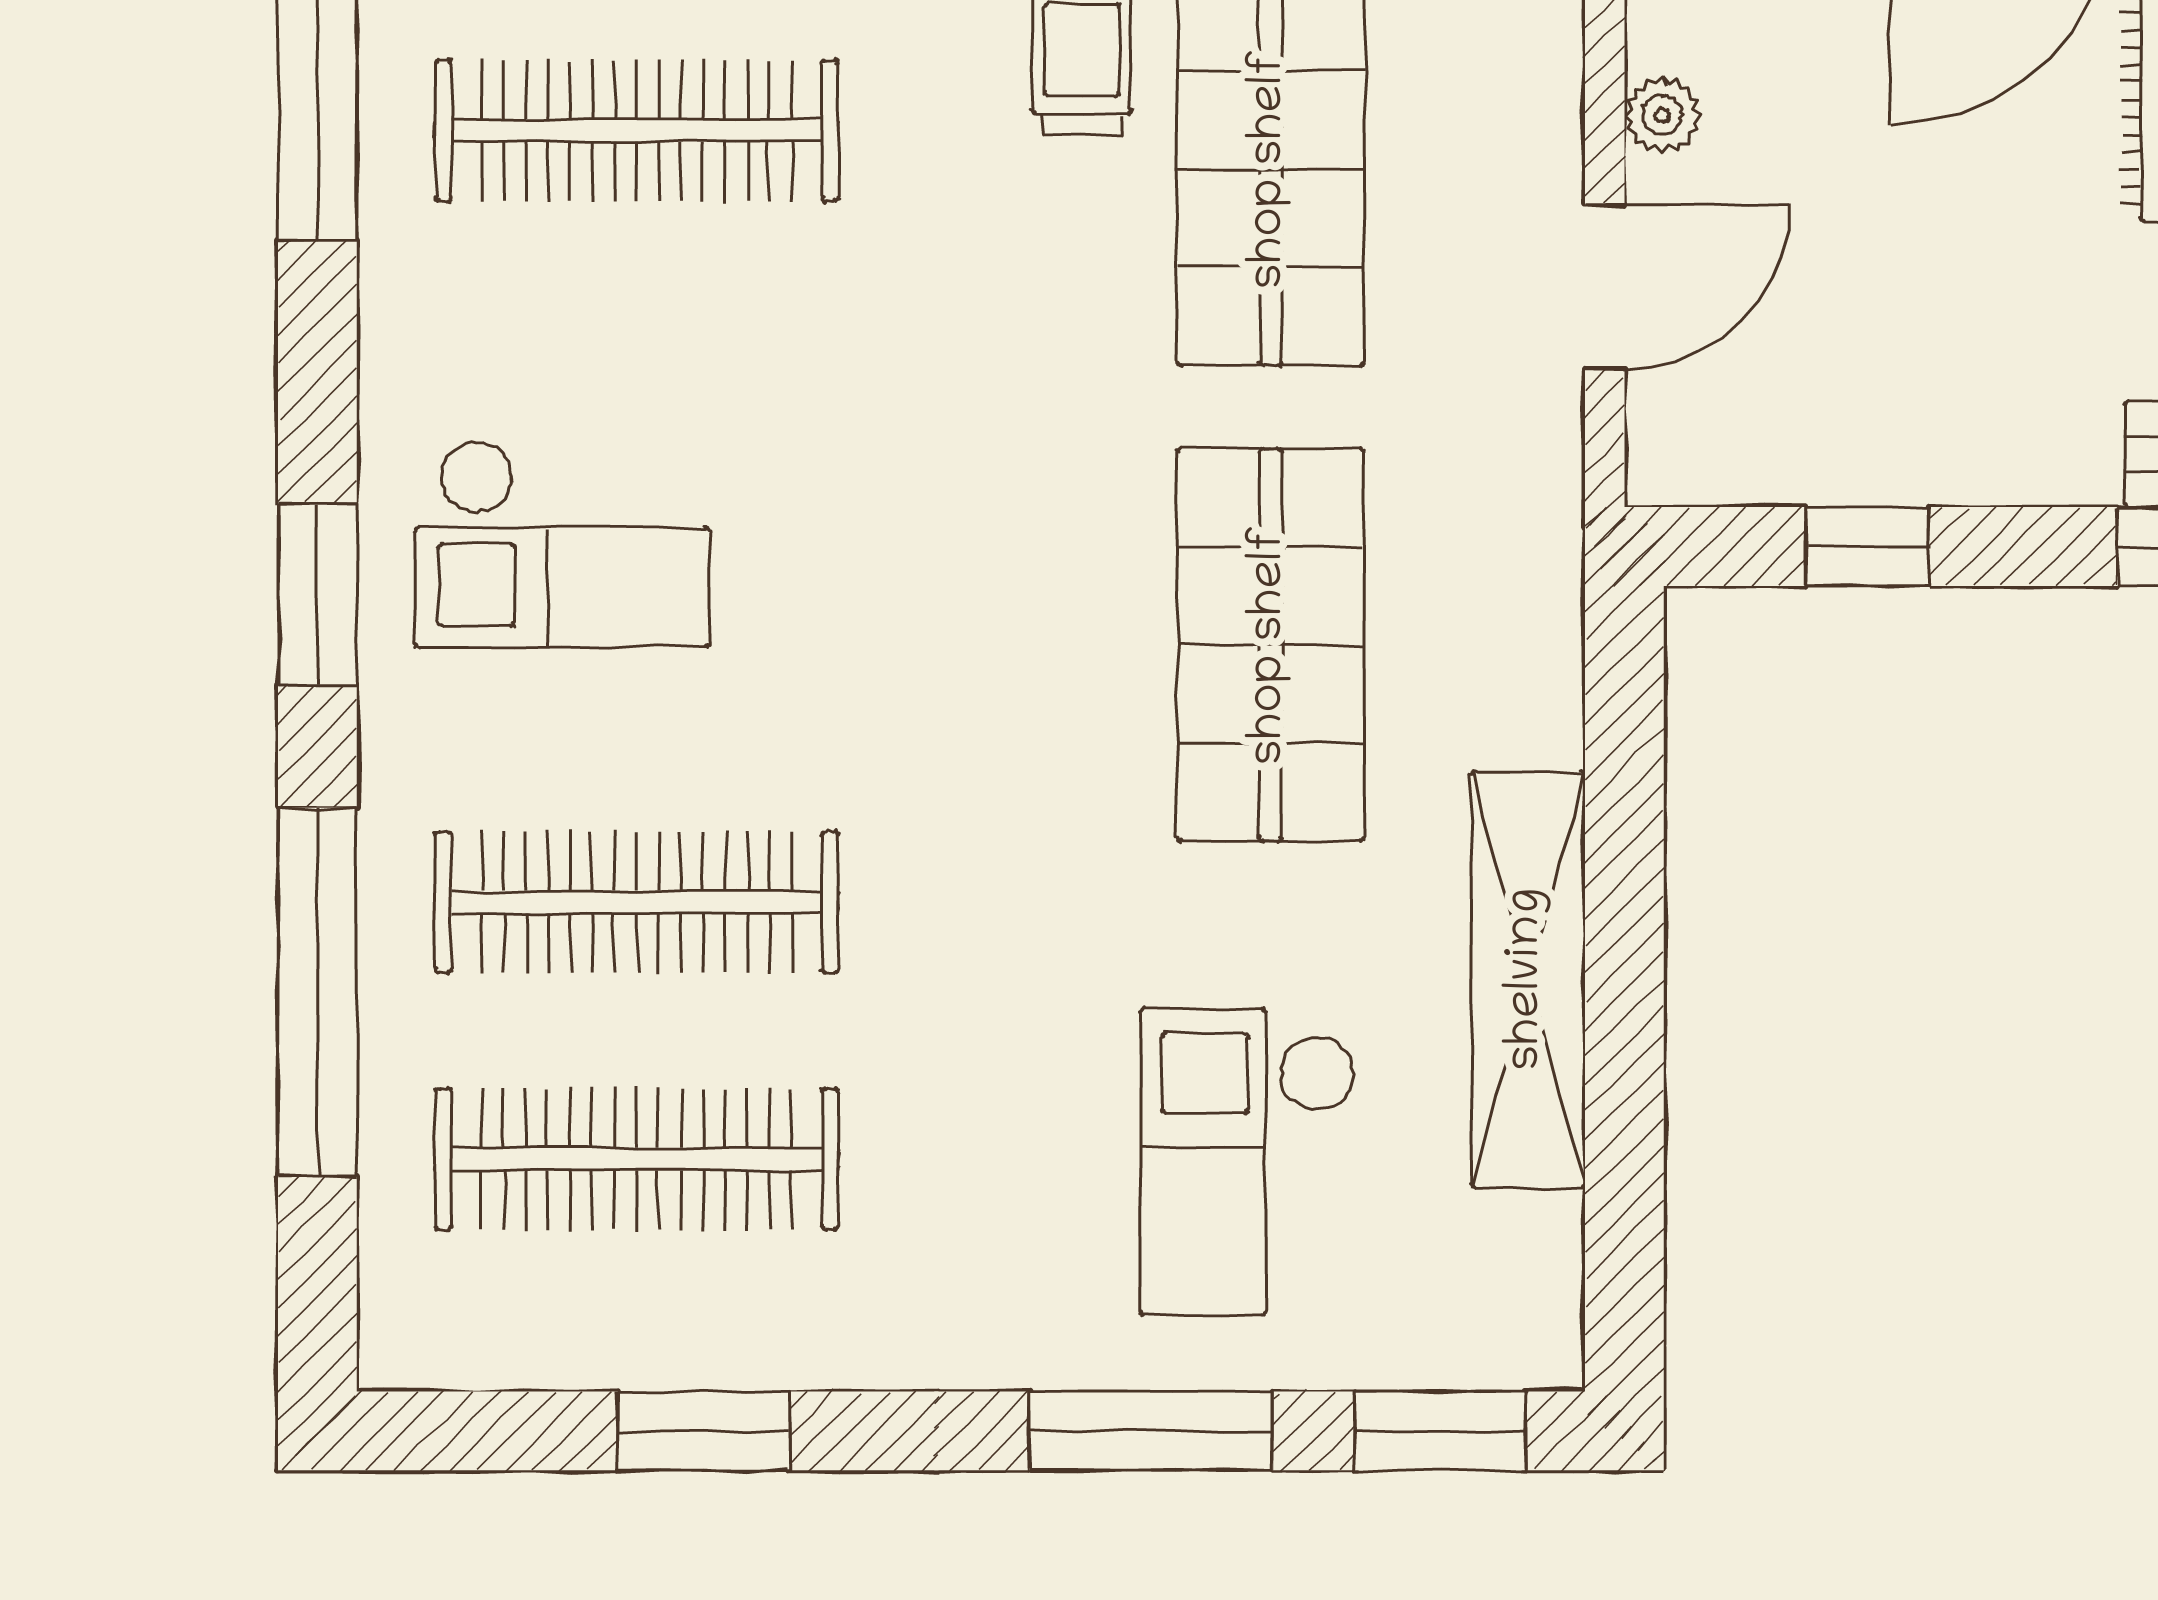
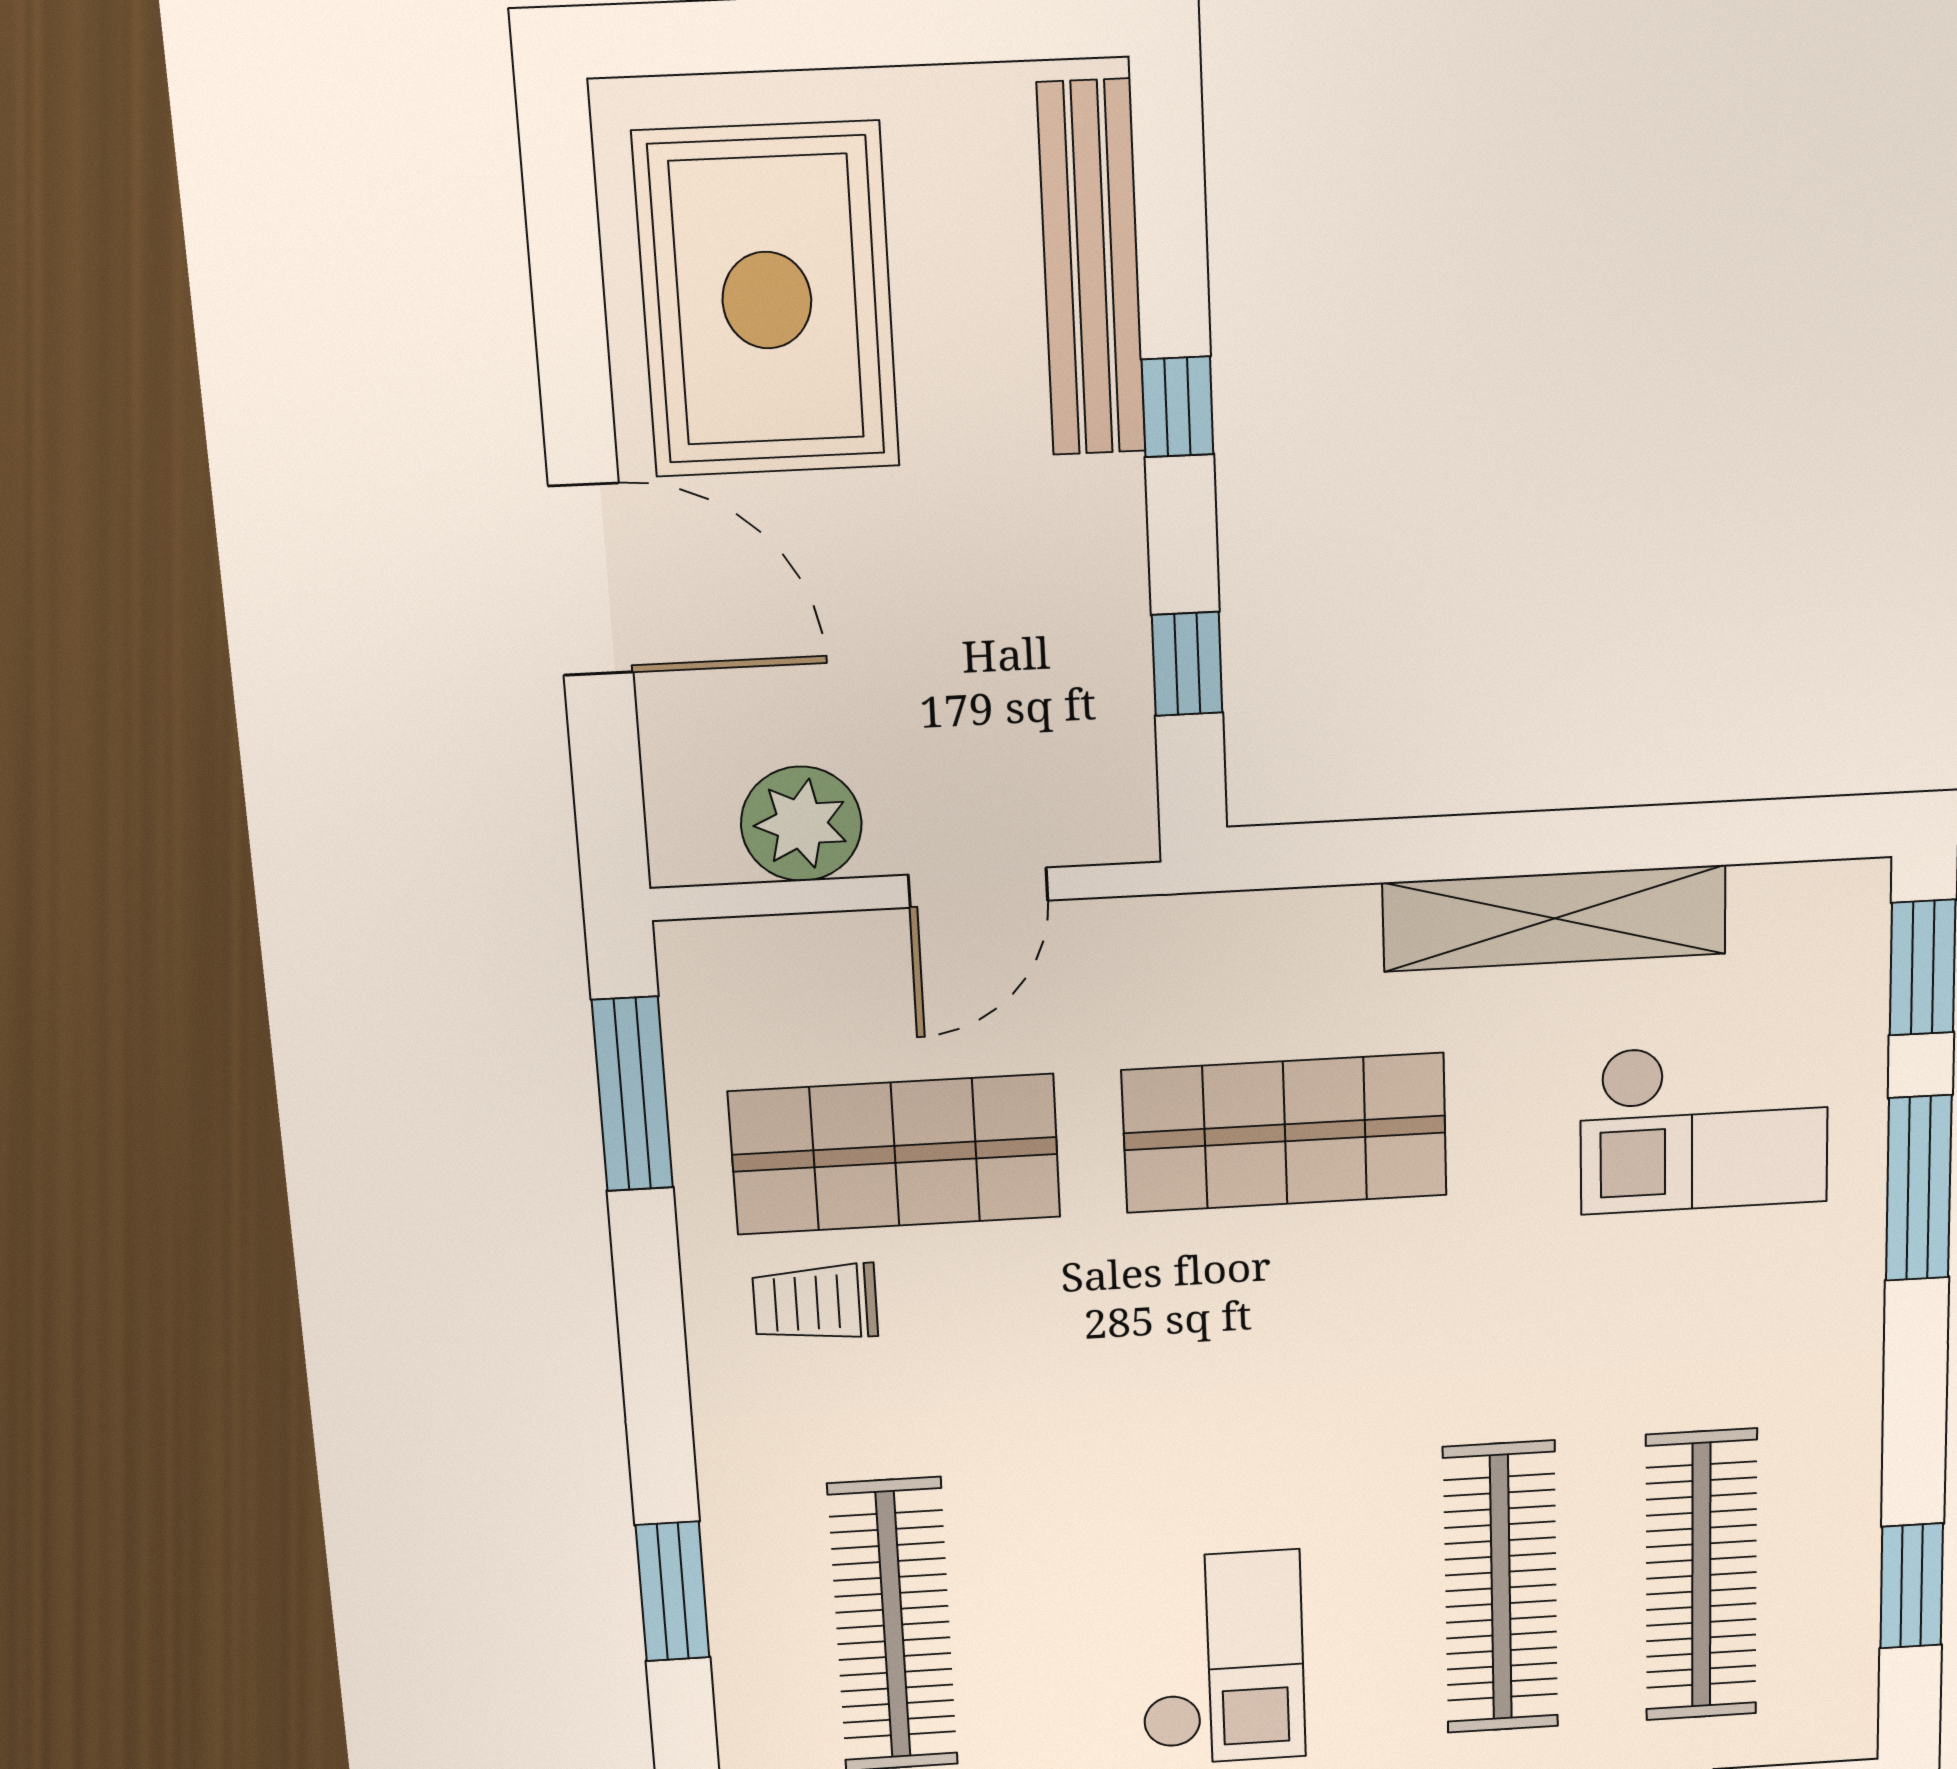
plant: (1662, 115) -> (801, 824), width x1.87, depth x1.87
door: (1605, 287) -> (978, 888), swing flipped
window: (703, 1431) -> (1912, 1586), moved

